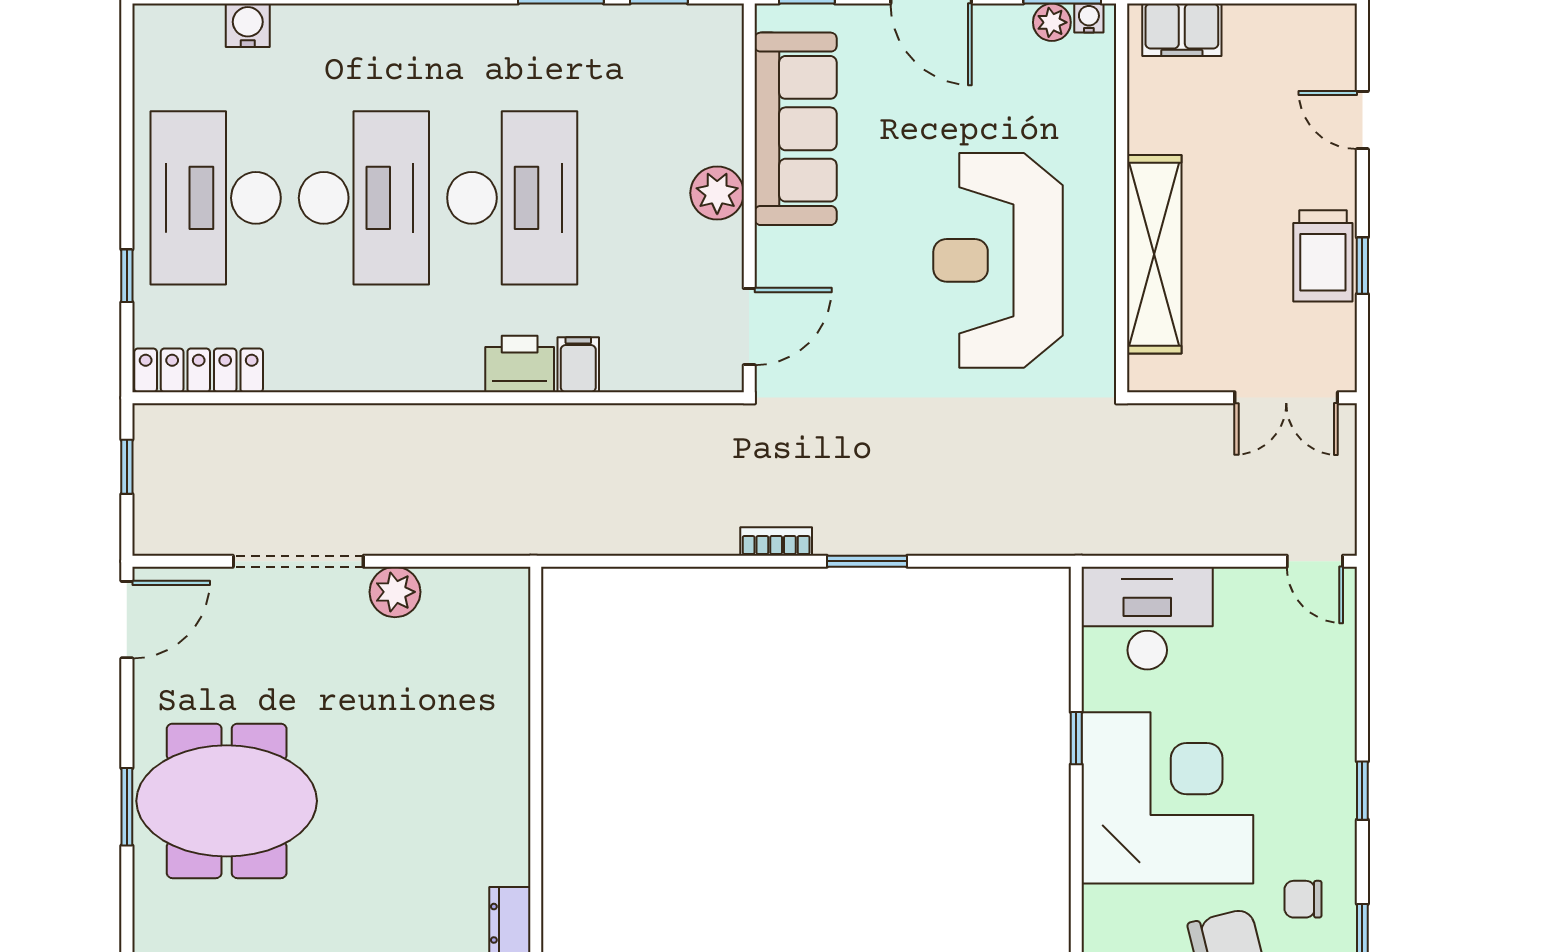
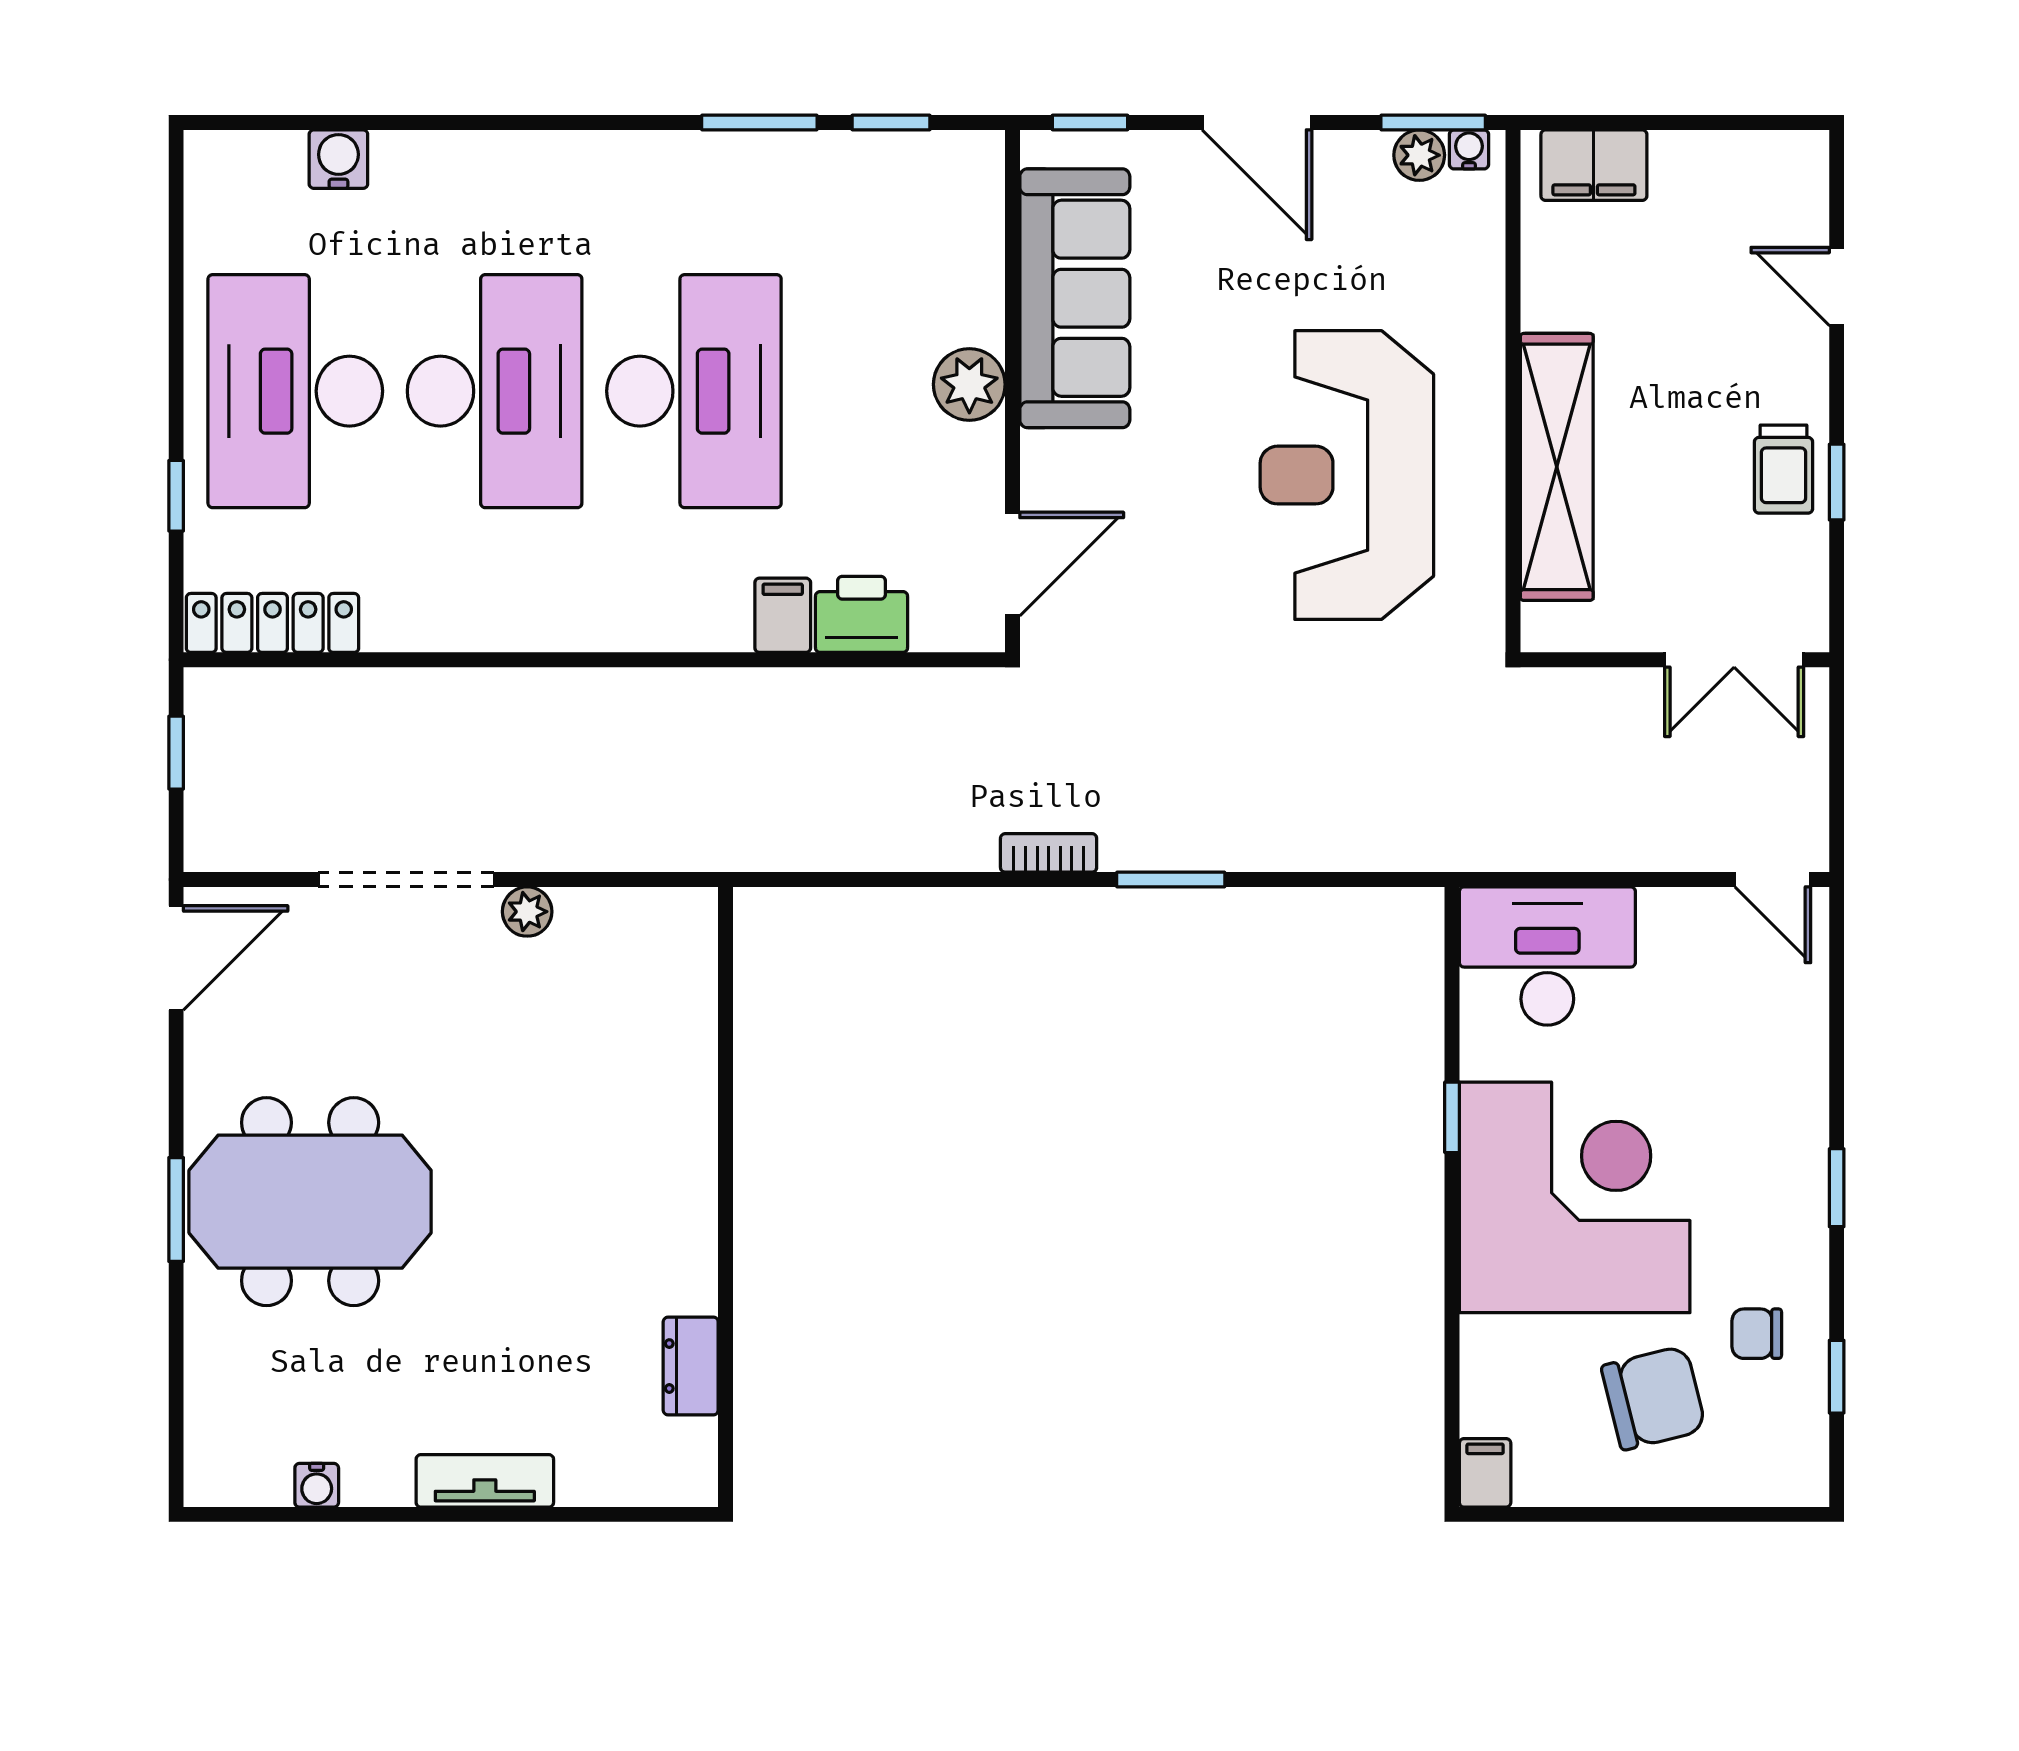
trolley: (1323, 256) -> (1784, 469), width x0.73, depth x0.72
printer: (520, 364) -> (861, 614), moved
plant: (395, 592) -> (527, 912), width x0.73, depth x0.73

